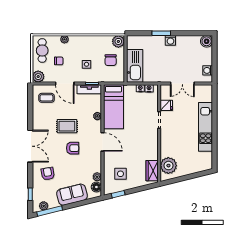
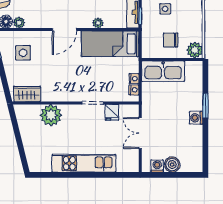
boiler: (207, 41) -> (172, 165), moved
plant: (168, 166) -> (51, 115), moved

